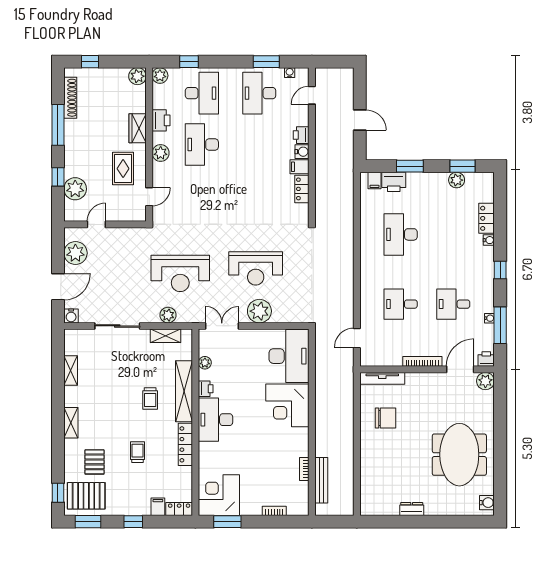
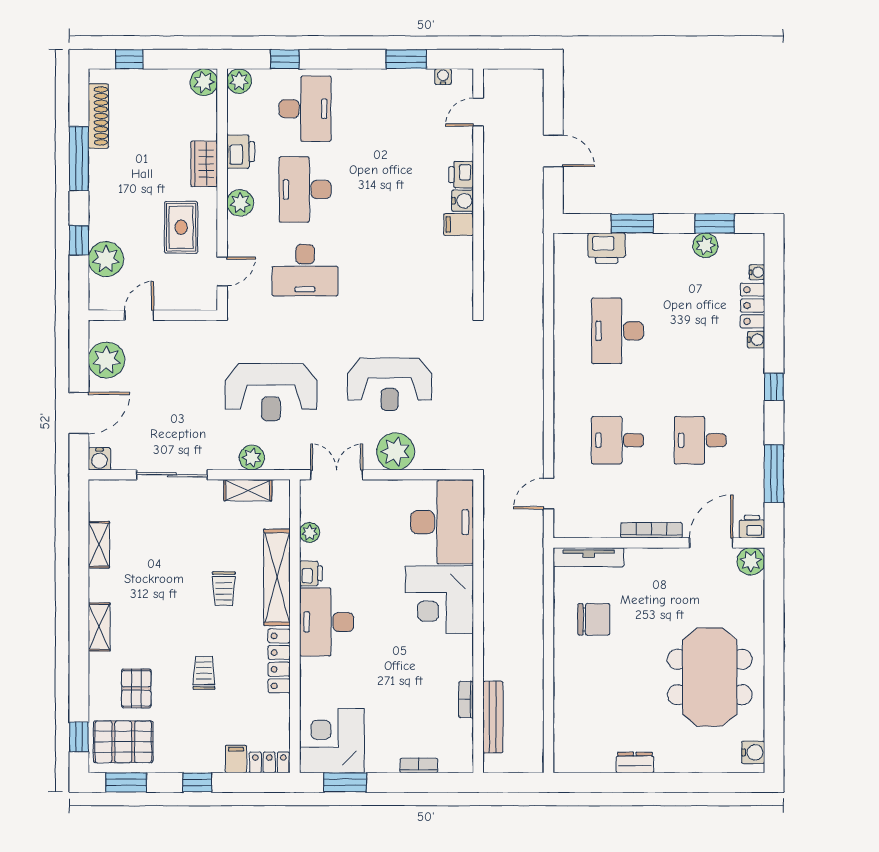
desk: (259, 93) -> (305, 270), moved, turned -90
filing cabinet: (374, 181) -> (576, 246), removed
locker: (302, 189) -> (462, 259), removed
water cooler: (489, 318) -> (757, 272), moved

